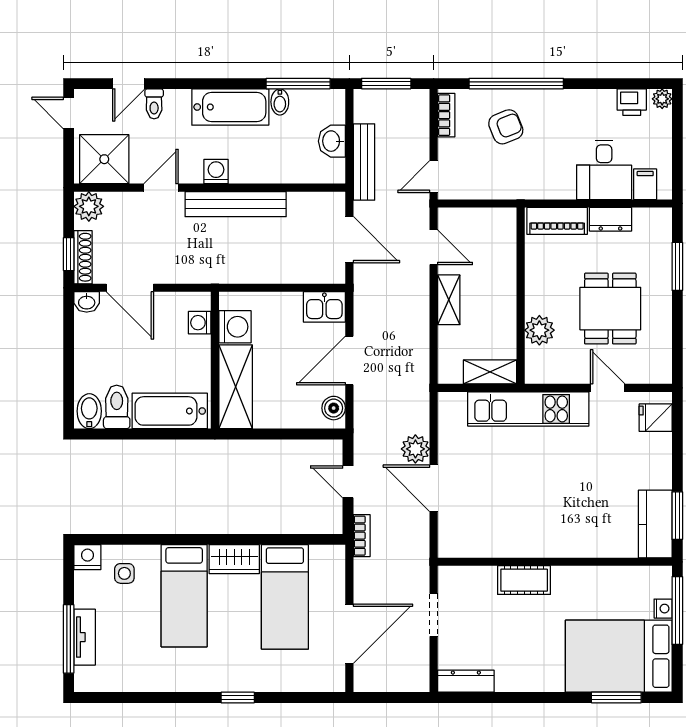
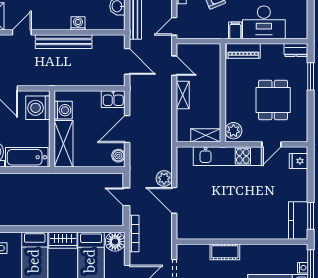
desk: (604, 170) -> (264, 22), width x1.37
washing machine: (216, 172) -> (78, 23), moved
filing cabinet: (645, 184) -> (235, 30), moved
dresser: (610, 219) -> (296, 50), moved
washing machine: (200, 323) -> (38, 108), width x1.89, depth x1.89
plant: (539, 330) -> (233, 131), moved
door: (608, 388) -> (272, 144), swing flipped
bookcase: (362, 536) -> (134, 234), width x1.56
floor lamp: (328, 562) -> (115, 242), added

